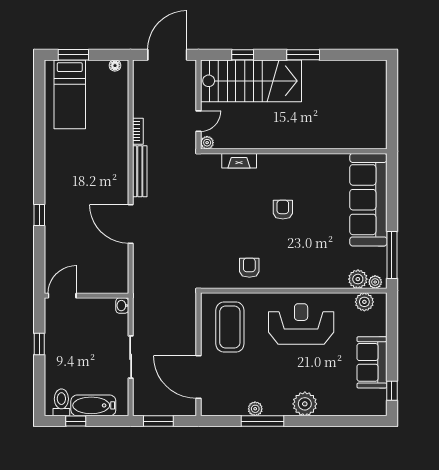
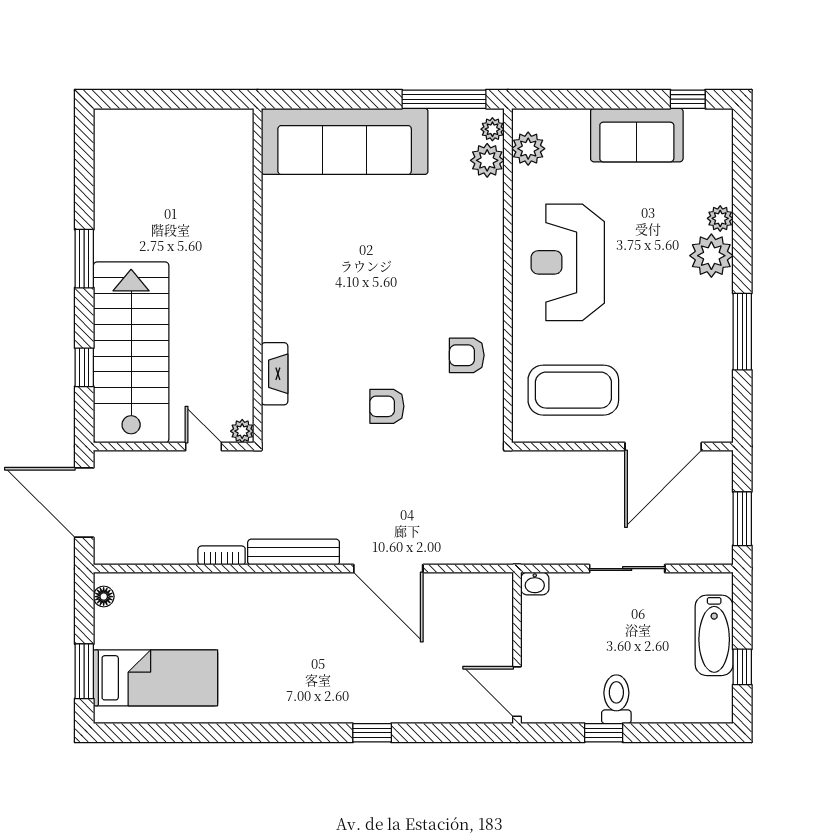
armchair: (283, 210) -> (387, 406), moved
door: (131, 224) -> (388, 569), hinge flipped
toilet: (61, 402) -> (616, 699), moved, turned 90
plant: (255, 409) -> (720, 218), moved

